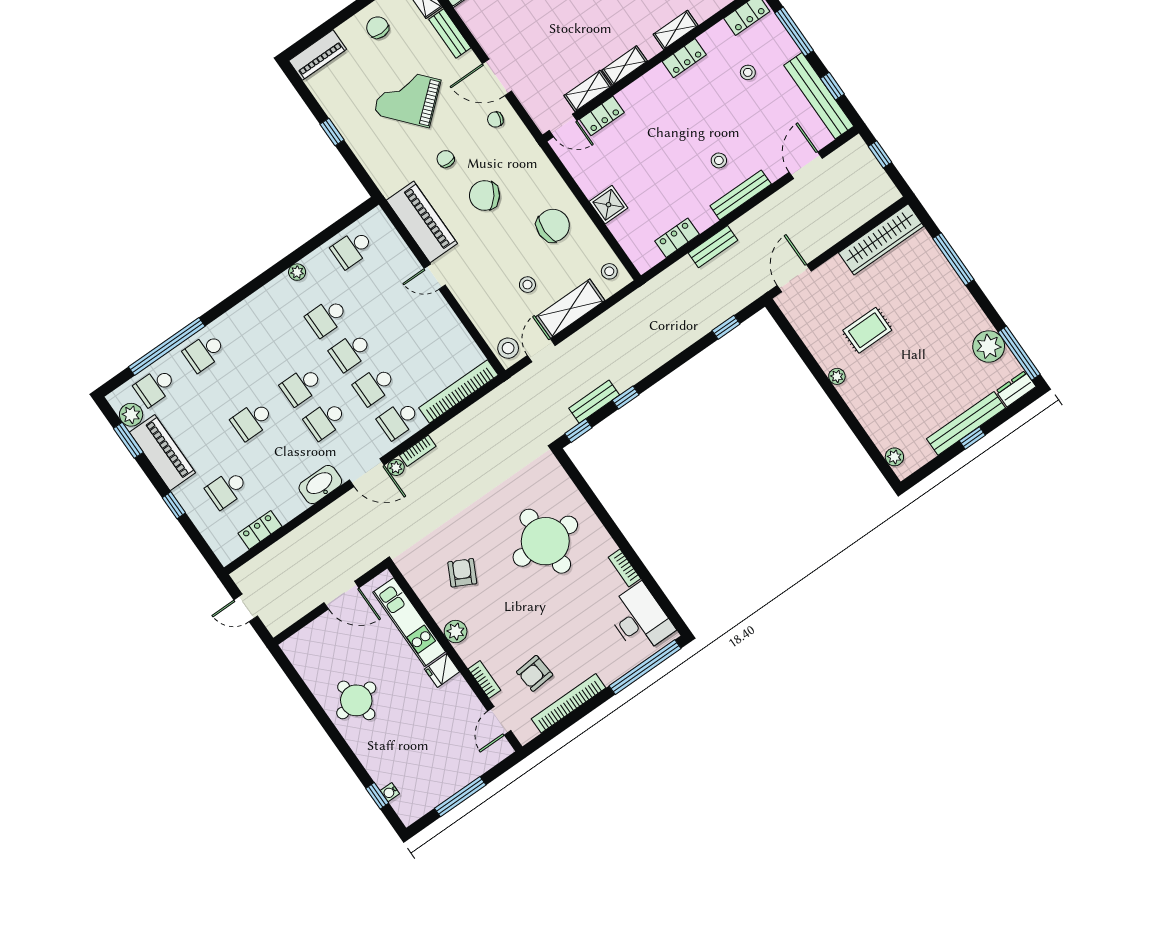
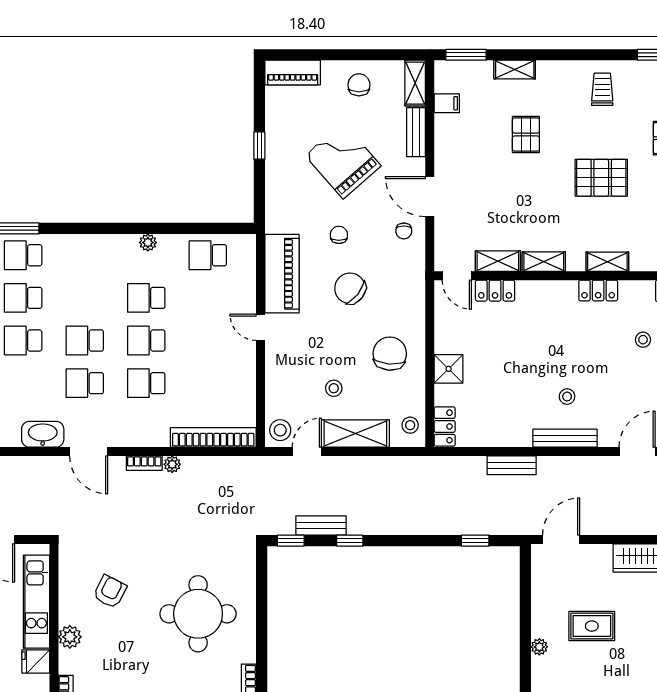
chair: (495, 119) -> (404, 231), turned -107
chair: (553, 225) -> (390, 354), turned -85
locker: (677, 238) -> (445, 426), moved, turned 90
school desk: (398, 420) -> (23, 298), moved
plant: (396, 467) -> (172, 464), moved

